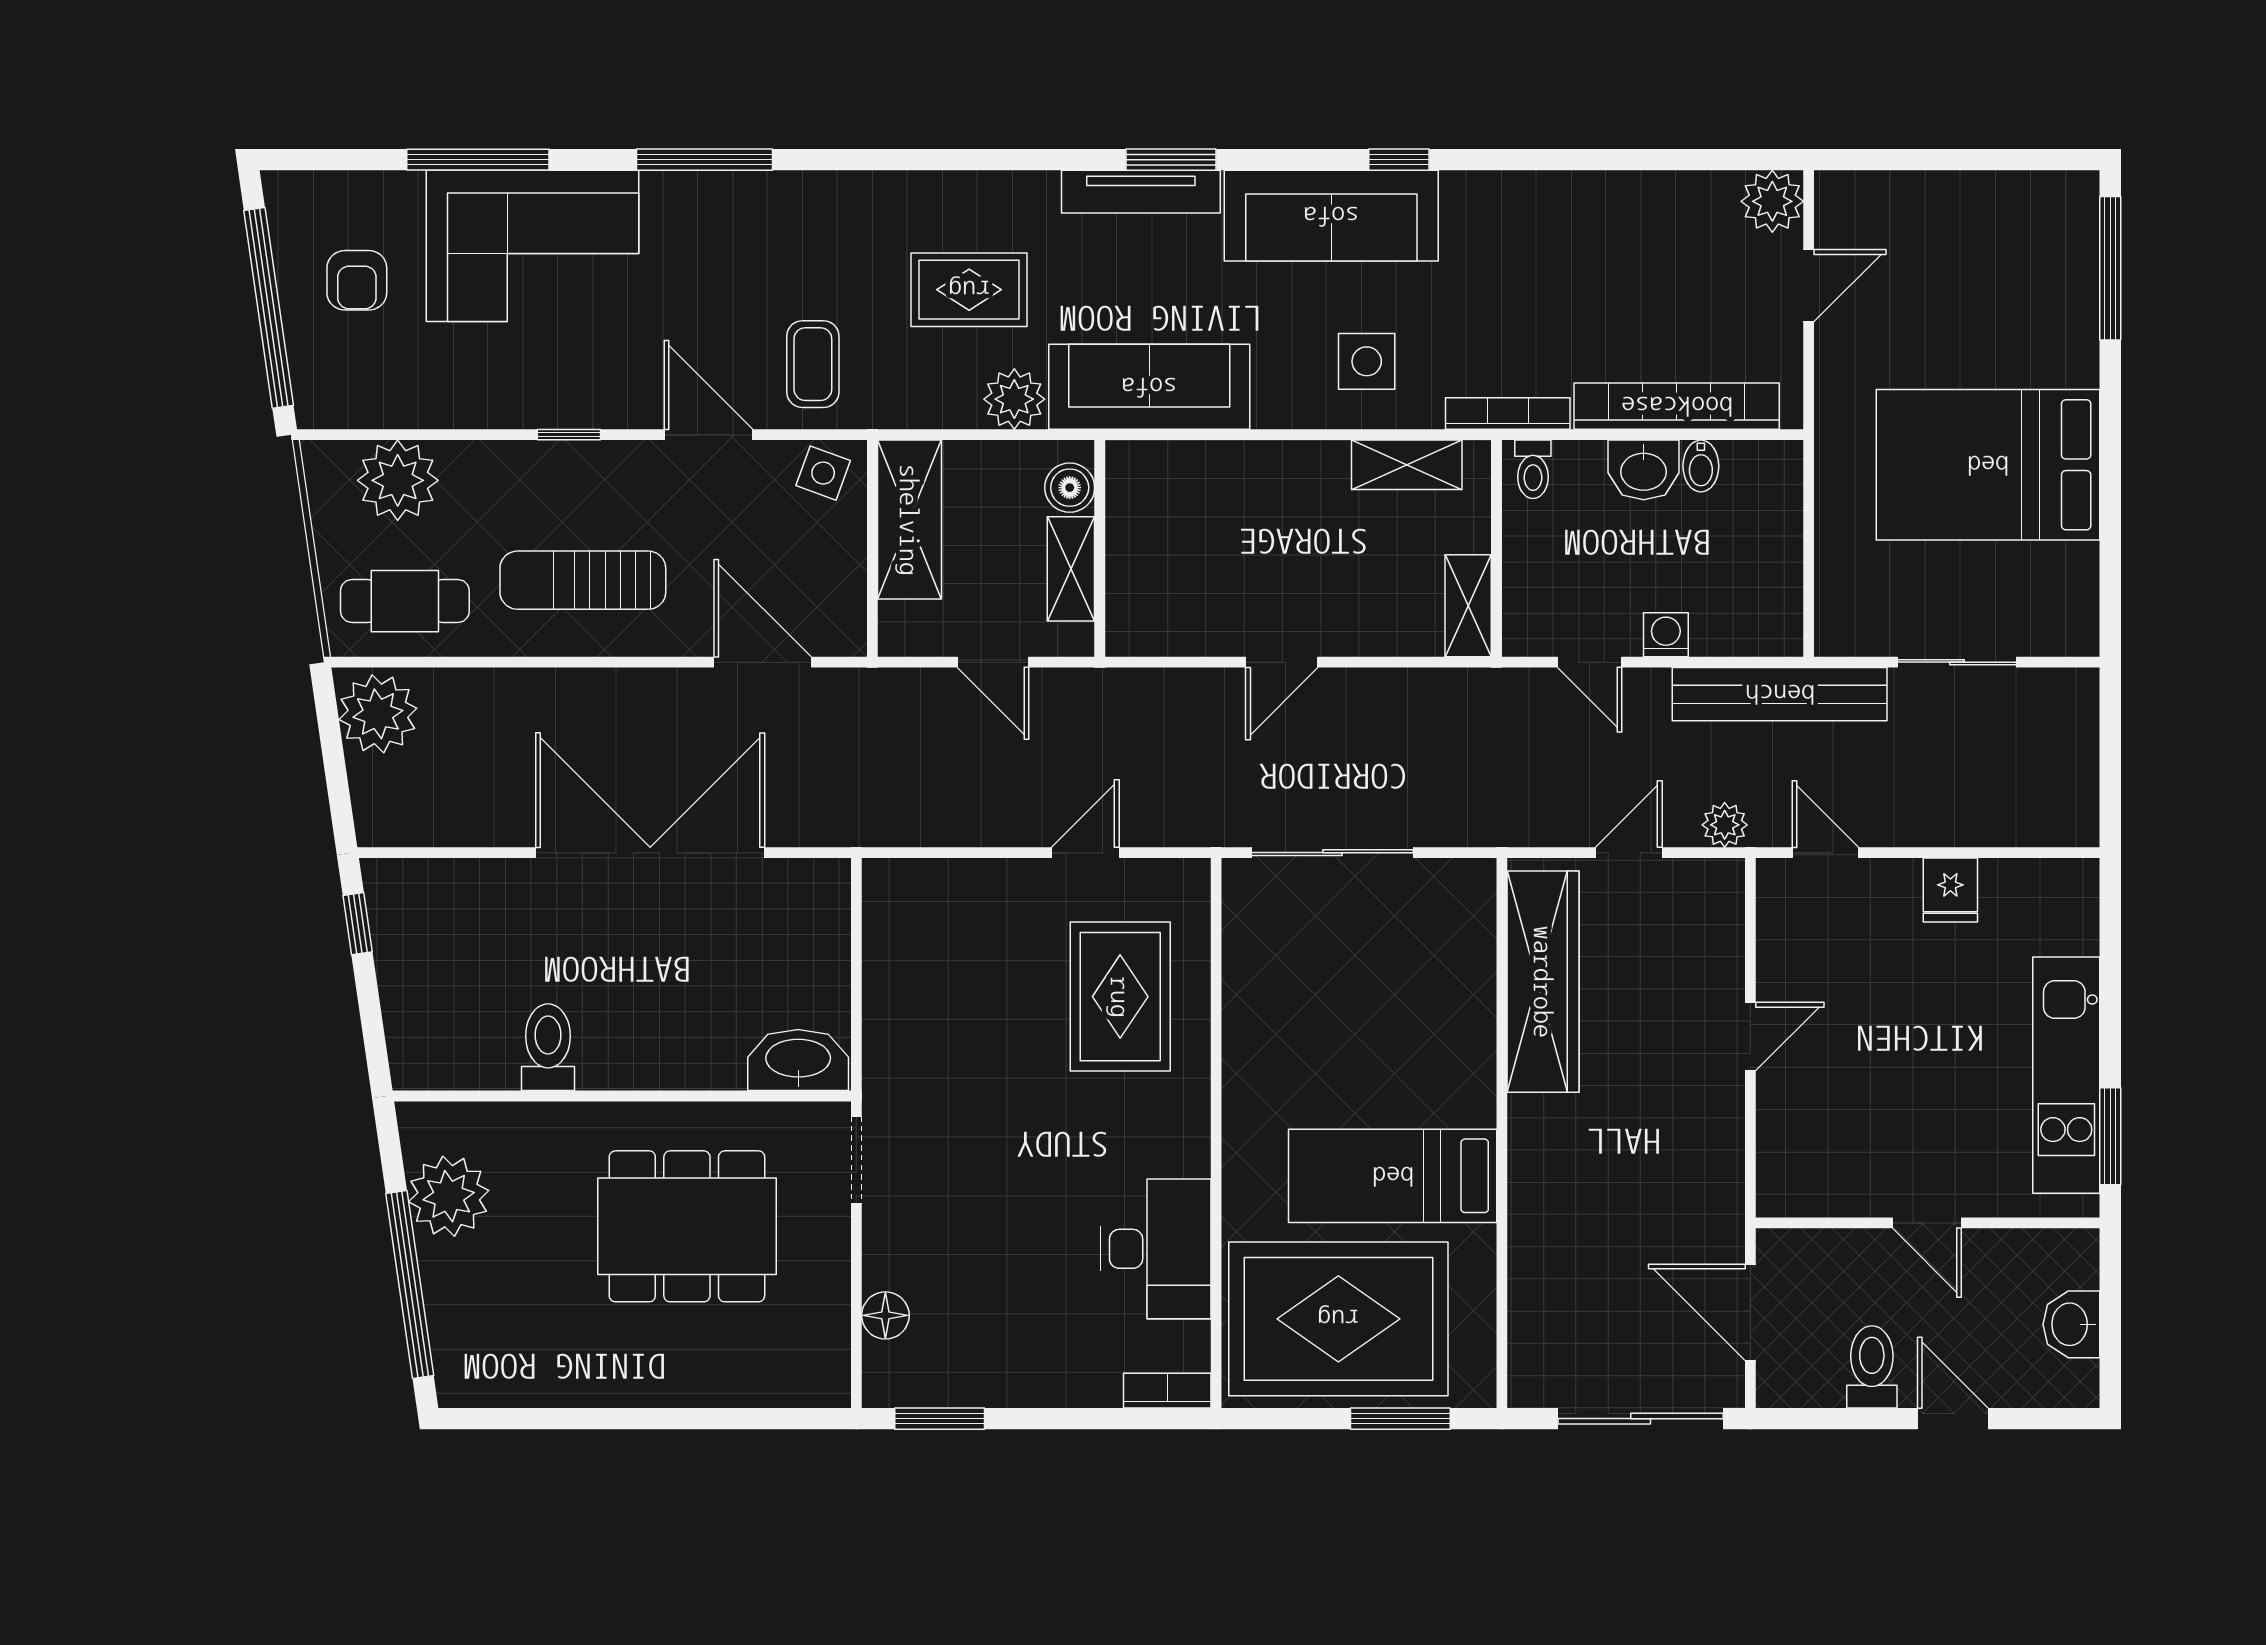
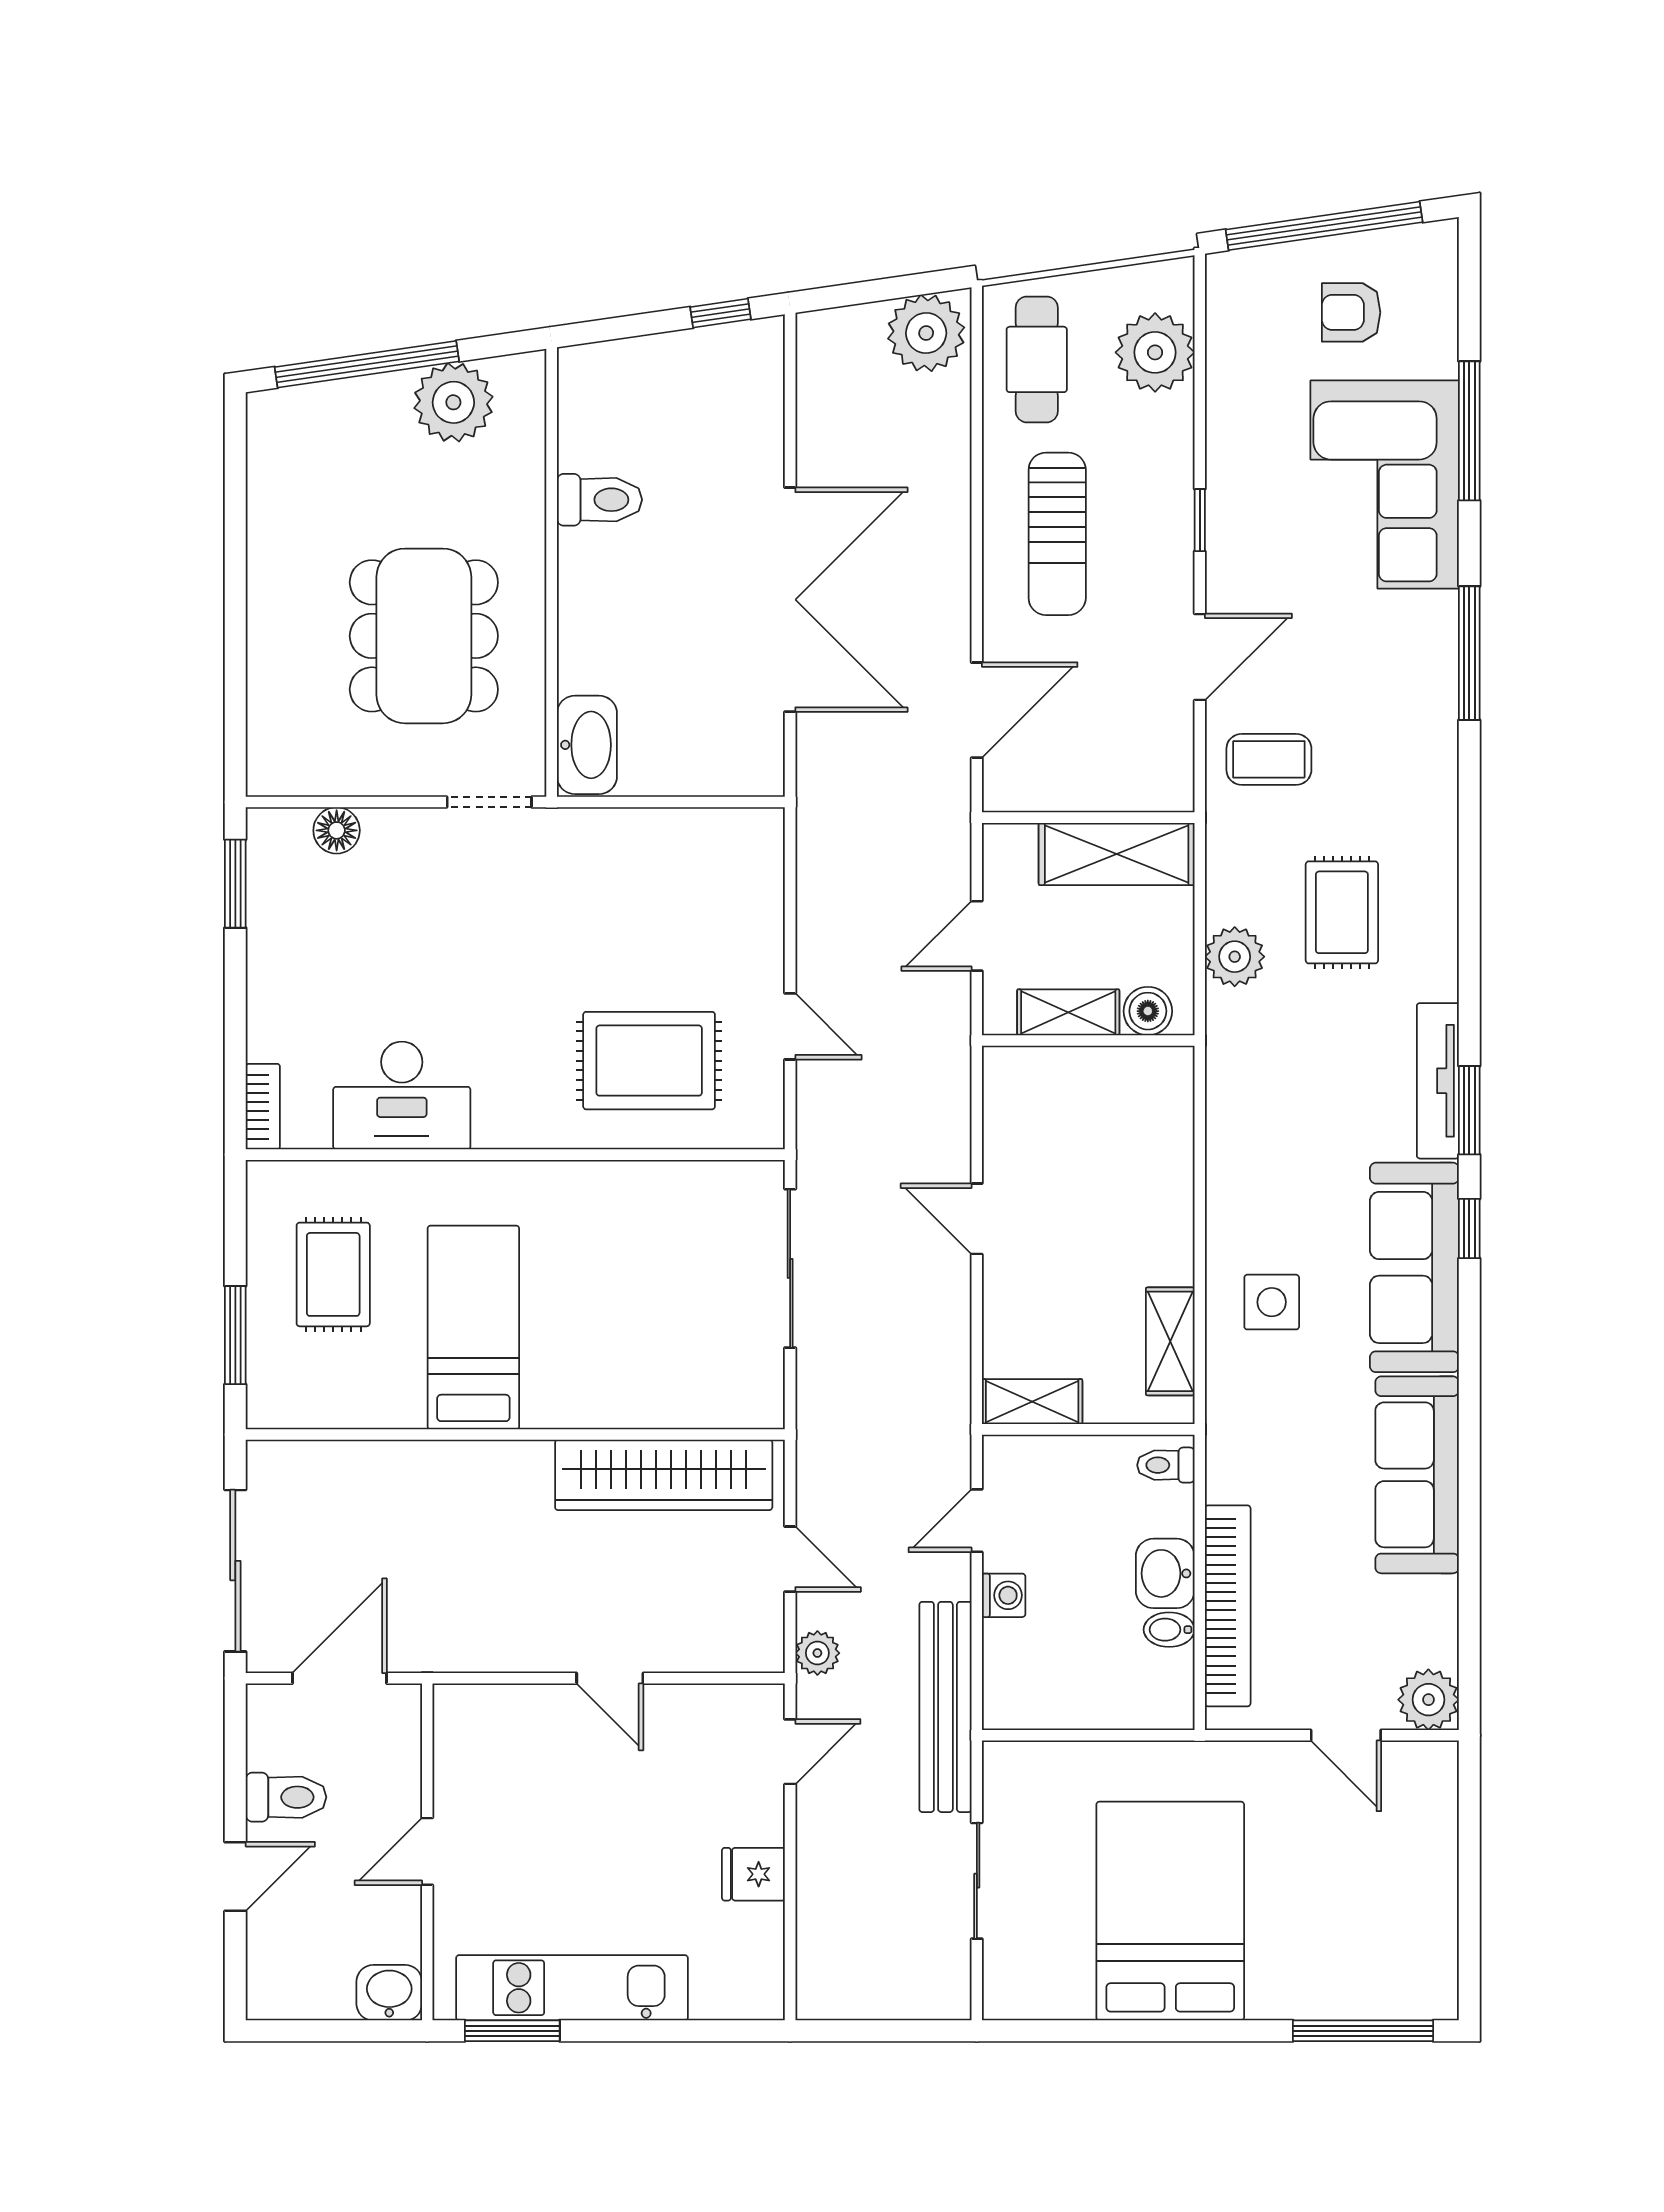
window: (1399, 160) -> (1469, 1229), moved
sofa: (1149, 387) -> (1417, 1475), moved, turned 180
bookcase: (1508, 414) -> (1220, 1440), removed
side table: (823, 473) -> (1162, 769), removed
sun lounger: (583, 580) -> (1057, 534), turned 180
rug: (1338, 1319) -> (333, 1274), width x0.54, depth x0.49
washbasin: (2071, 1324) -> (389, 1993), moved

